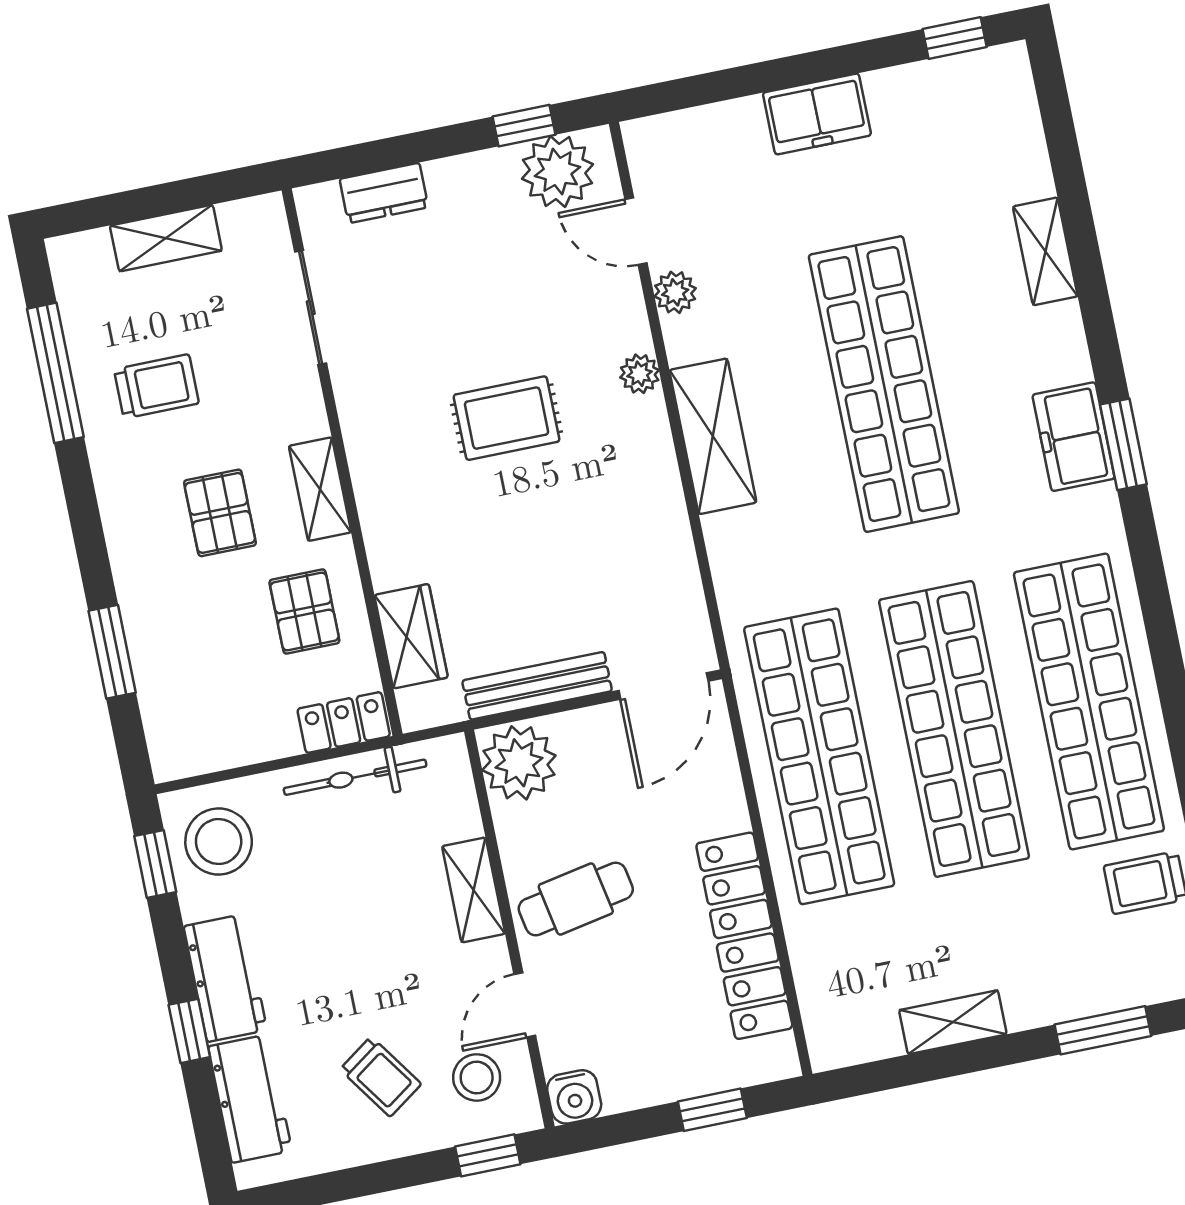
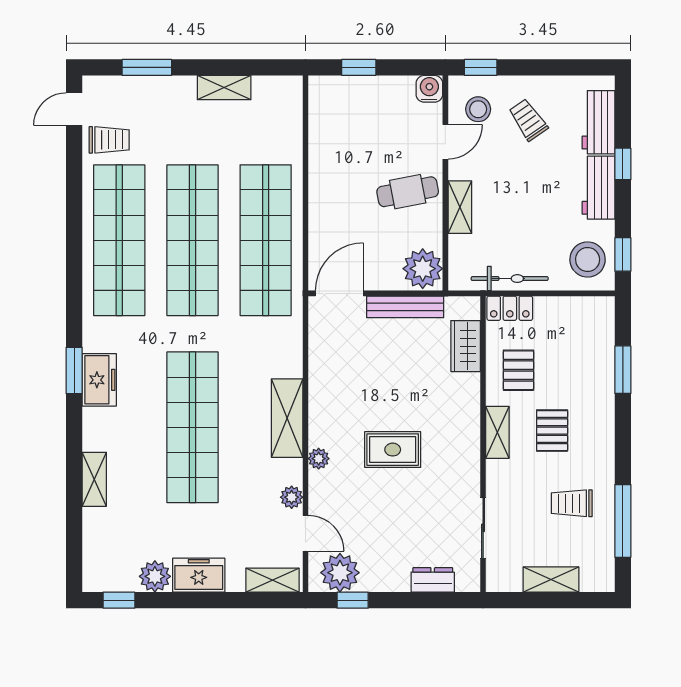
plant: (897, 95) -> (155, 576), added
shelving: (679, 133) -> (272, 580), added
locker: (744, 936) -> (324, 155), removed

